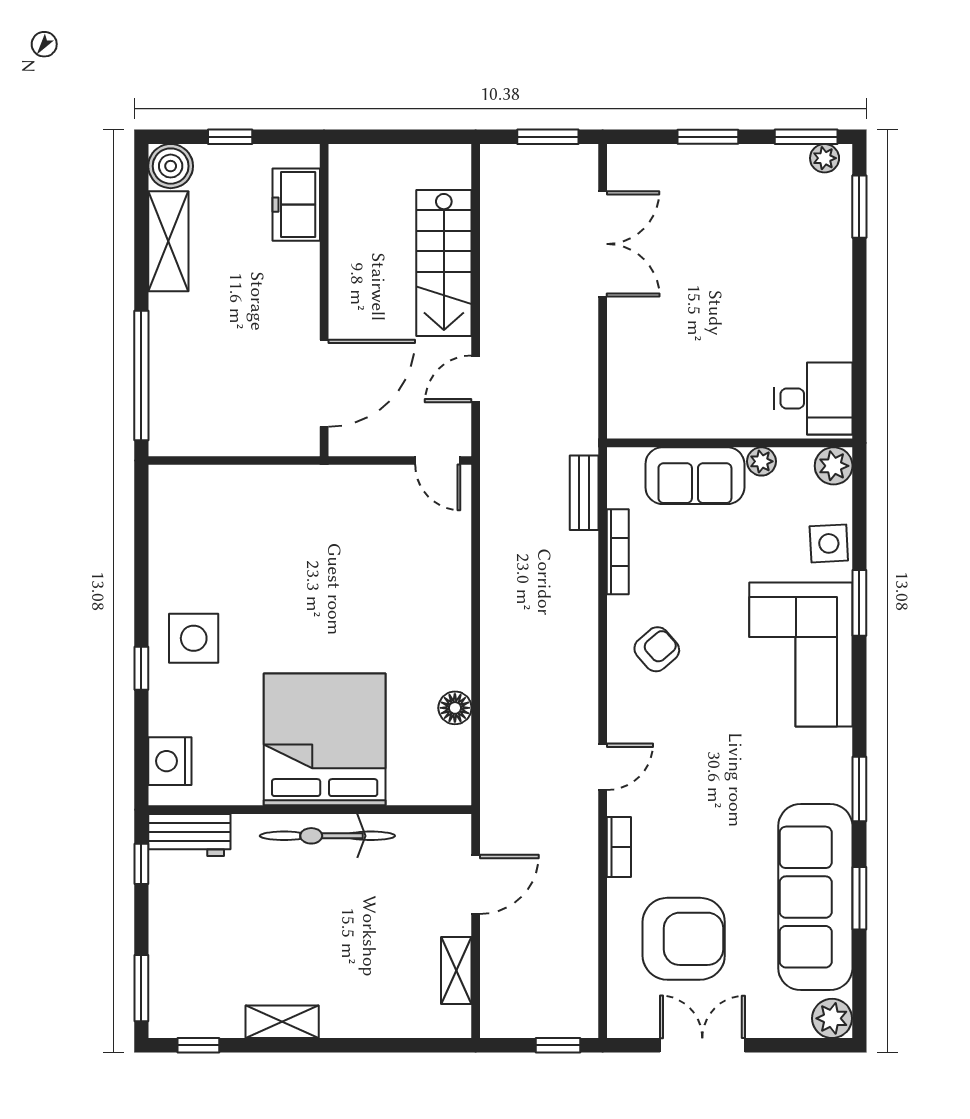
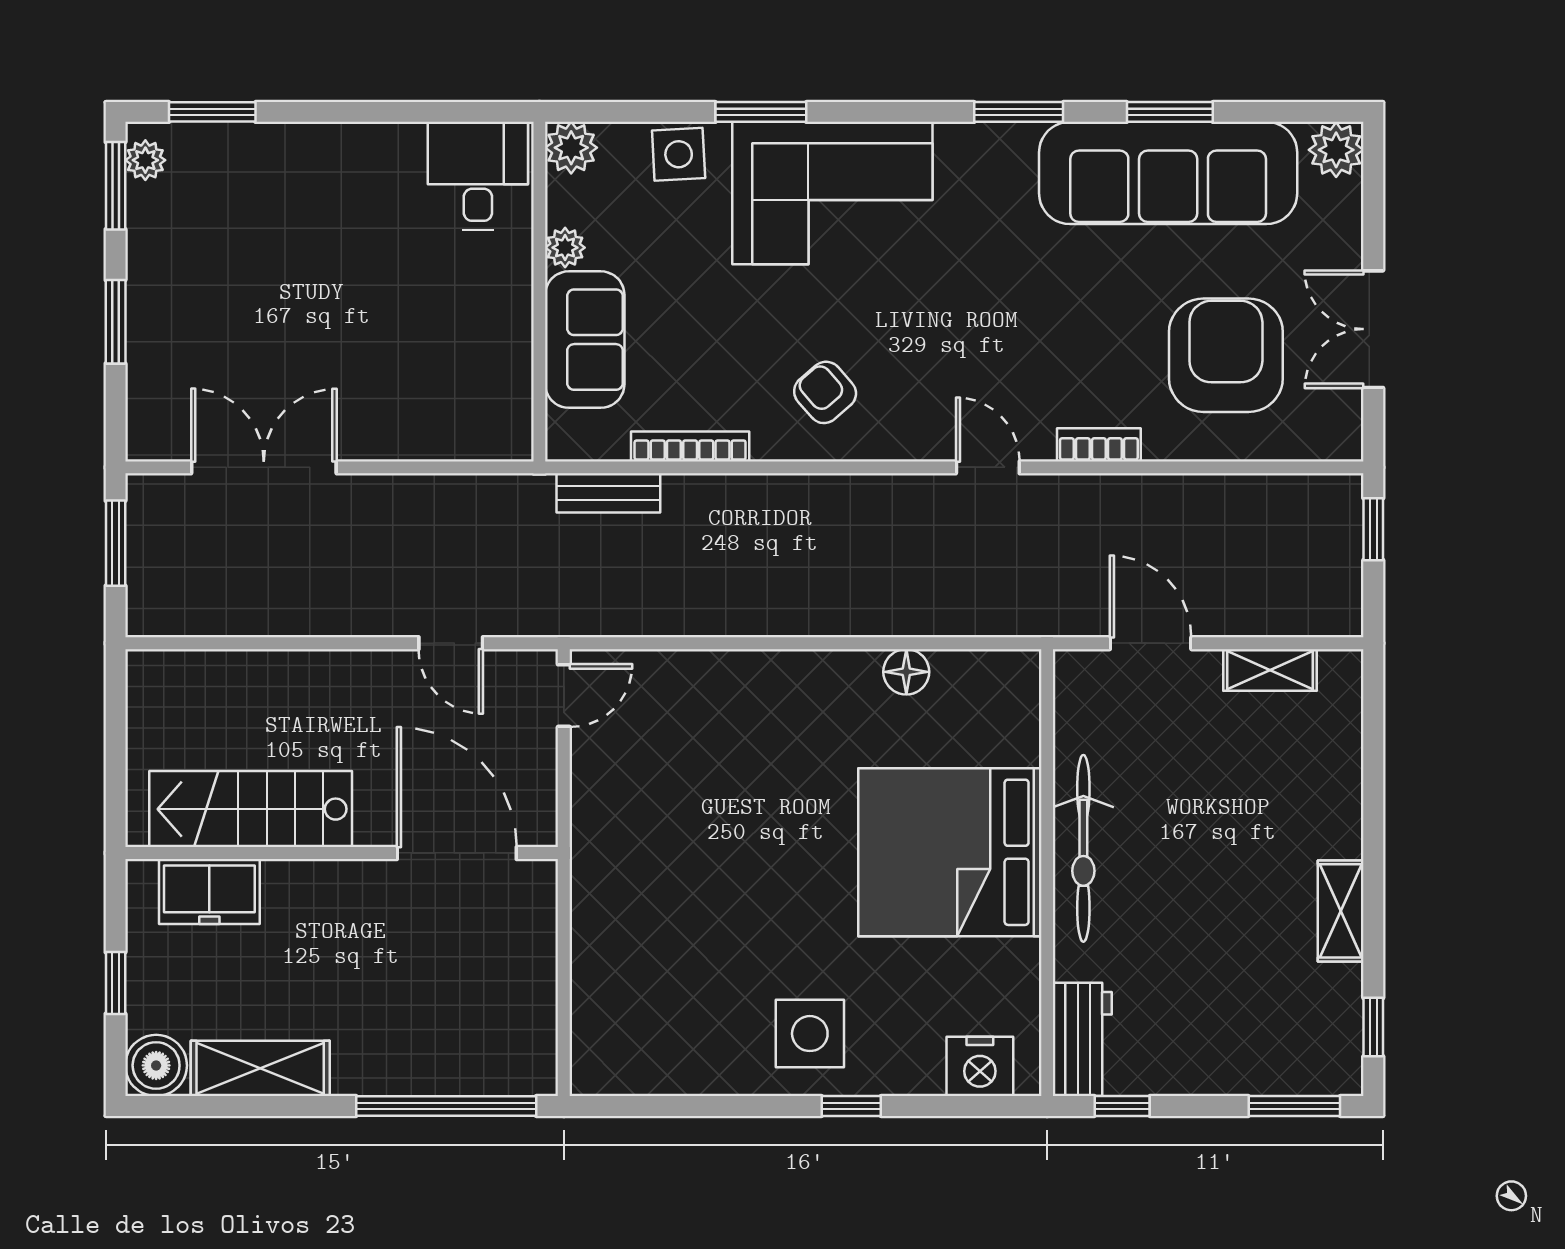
stairs: (444, 263) -> (251, 809), moved, turned 180

